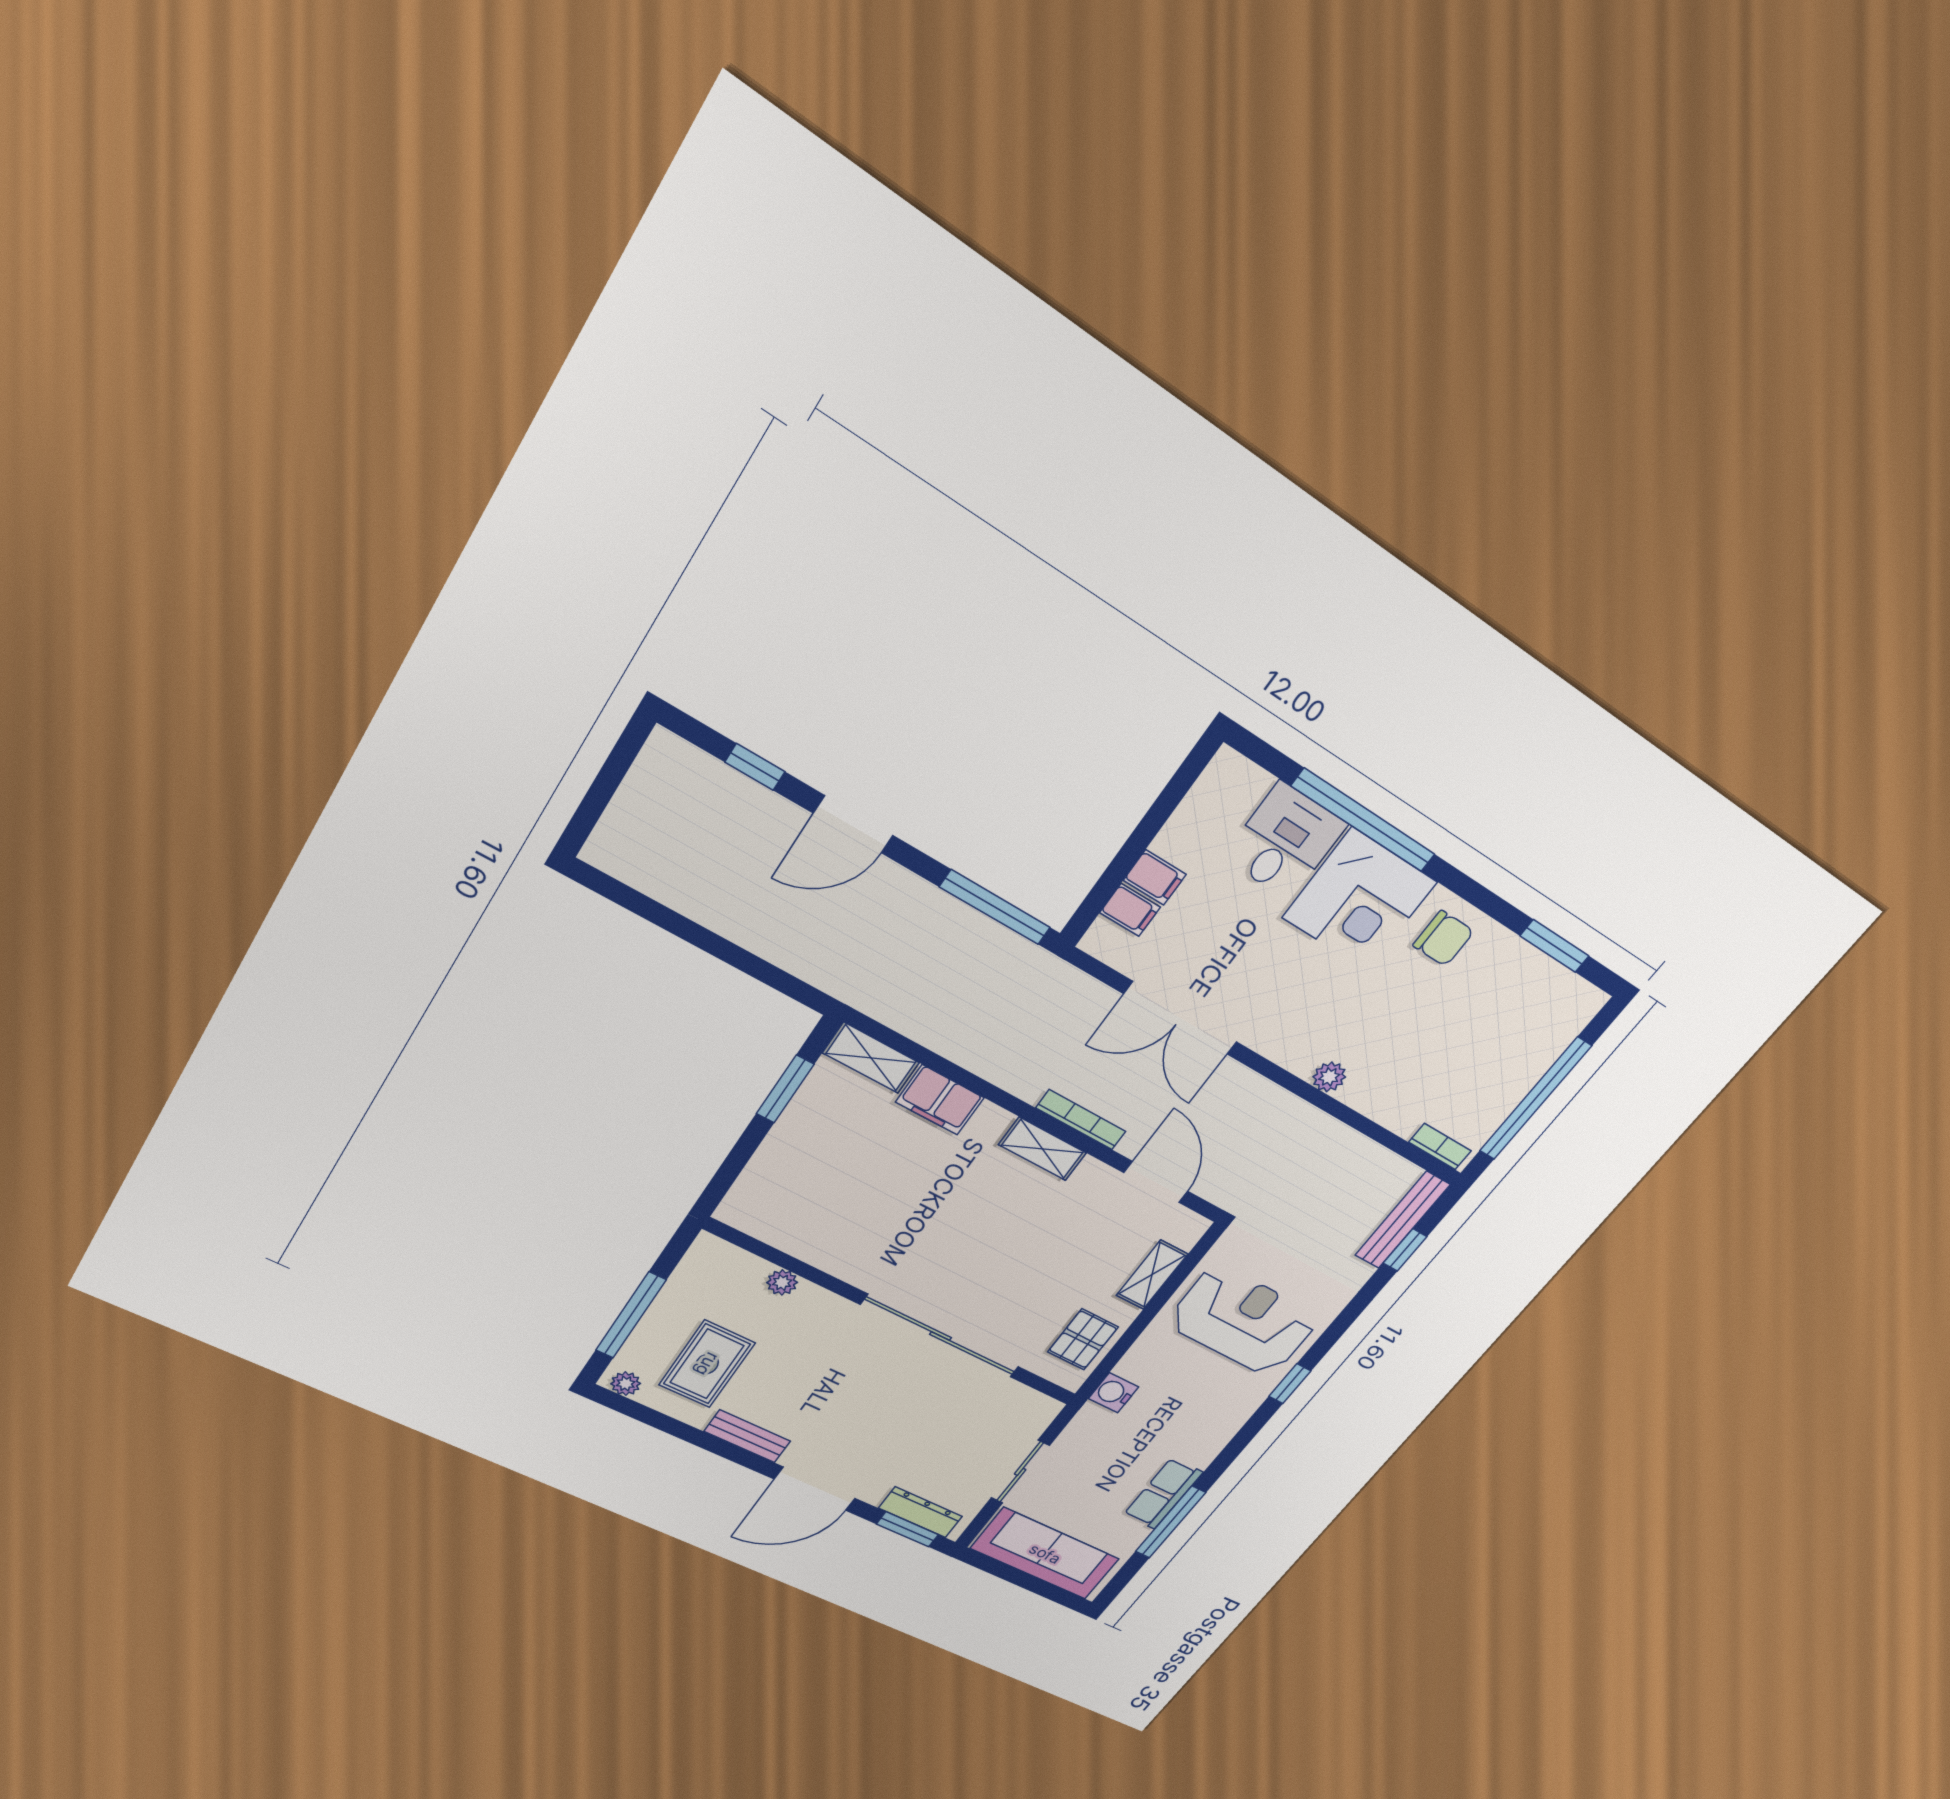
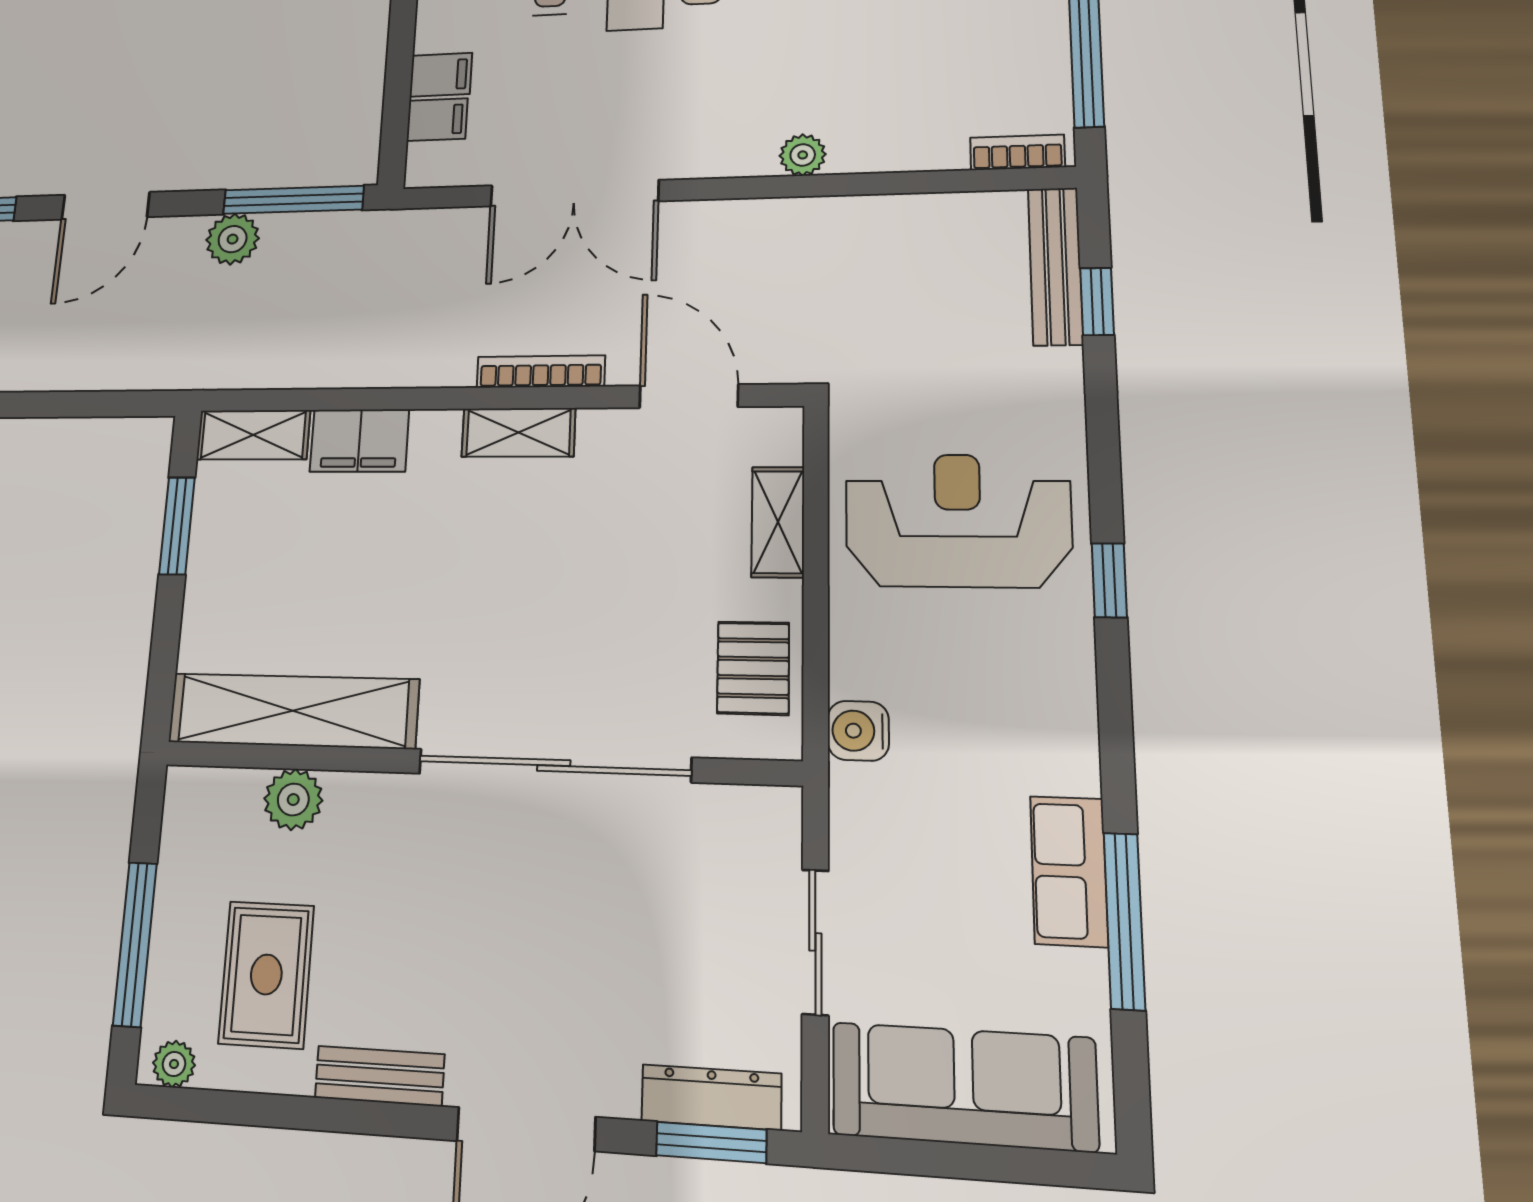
plant: (935, 910) -> (233, 239), added
shelving: (802, 1237) -> (293, 711), added
plant: (782, 1282) -> (293, 800), width x1.38, depth x1.38

